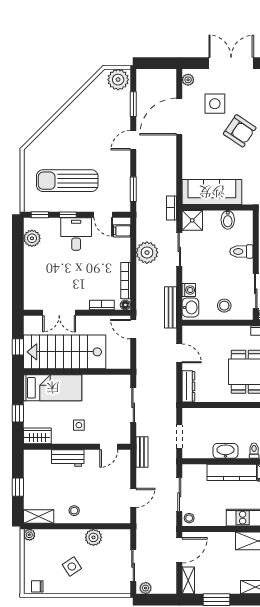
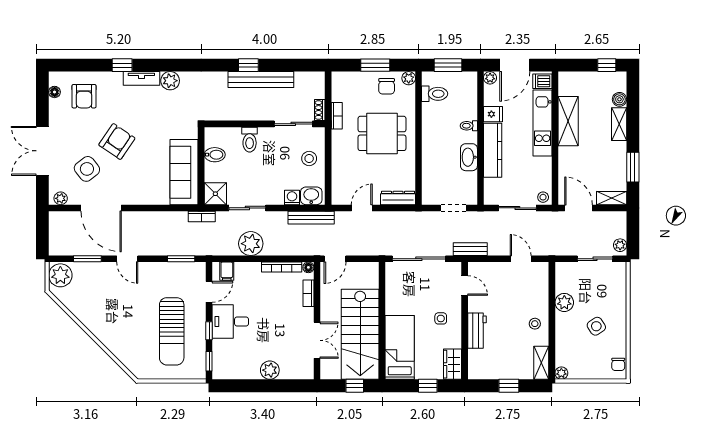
side table: (215, 104) -> (87, 169), turned -38
plant: (32, 238) -> (270, 370), moved
sliding door: (133, 405) -> (419, 259), width x1.37

